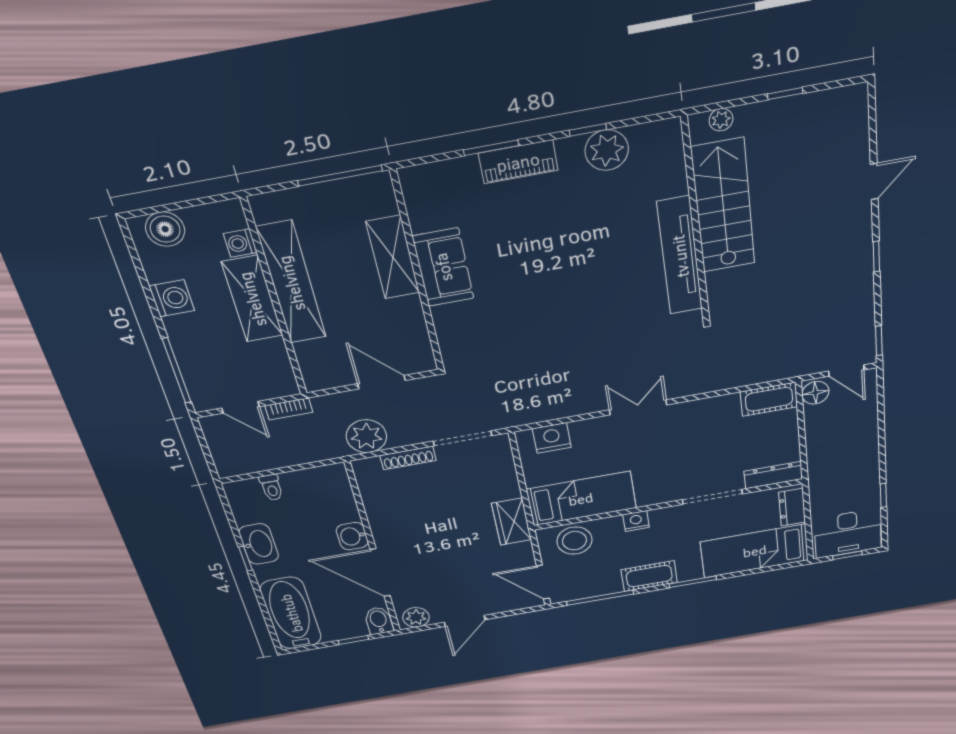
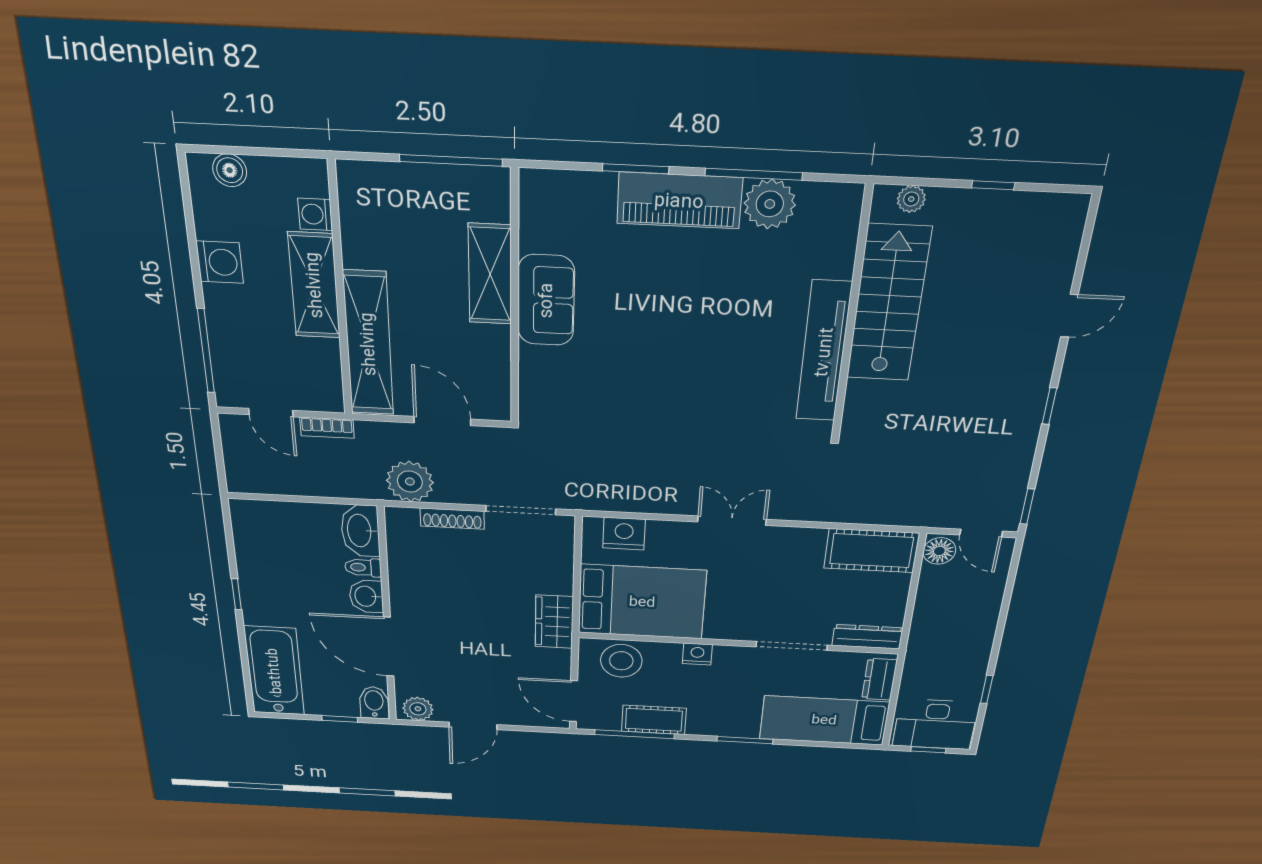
window: (588, 130) -> (754, 174), width x2.17
piano: (518, 162) -> (679, 201), width x1.37, depth x1.33
boiler: (165, 229) -> (230, 170), width x0.73, depth x0.73
shelving: (291, 283) -> (368, 344), moved
cot: (769, 399) -> (871, 551), width x1.37, depth x1.34
toilet: (271, 487) -> (363, 567), moved, turned 90
bed: (581, 499) -> (642, 602), width x1.50
washbasin: (259, 544) -> (360, 531), moved, turned 180
cot: (649, 576) -> (654, 720), moved

